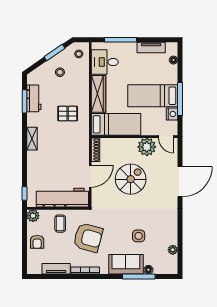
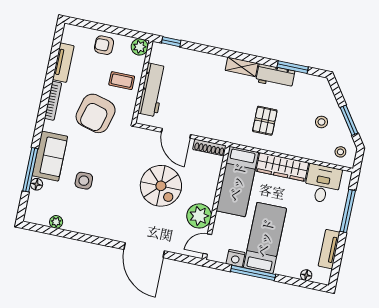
workbench: (34, 98) -> (275, 76), moved
workbench: (62, 198) -> (152, 90), width x0.73, depth x0.76

